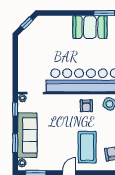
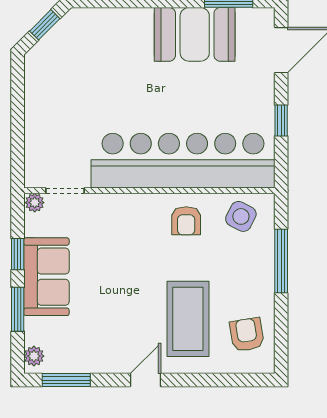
window: (15, 109) -> (18, 254), moved
sofa: (27, 135) -> (46, 277), width x0.73

